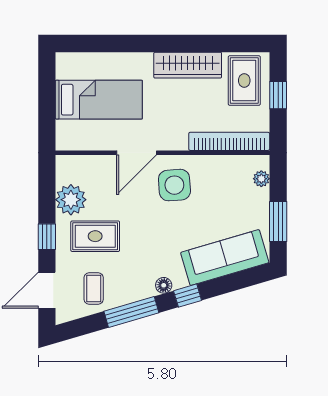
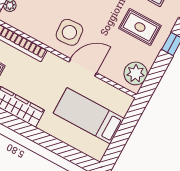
plant: (71, 200) -> (136, 73), moved

